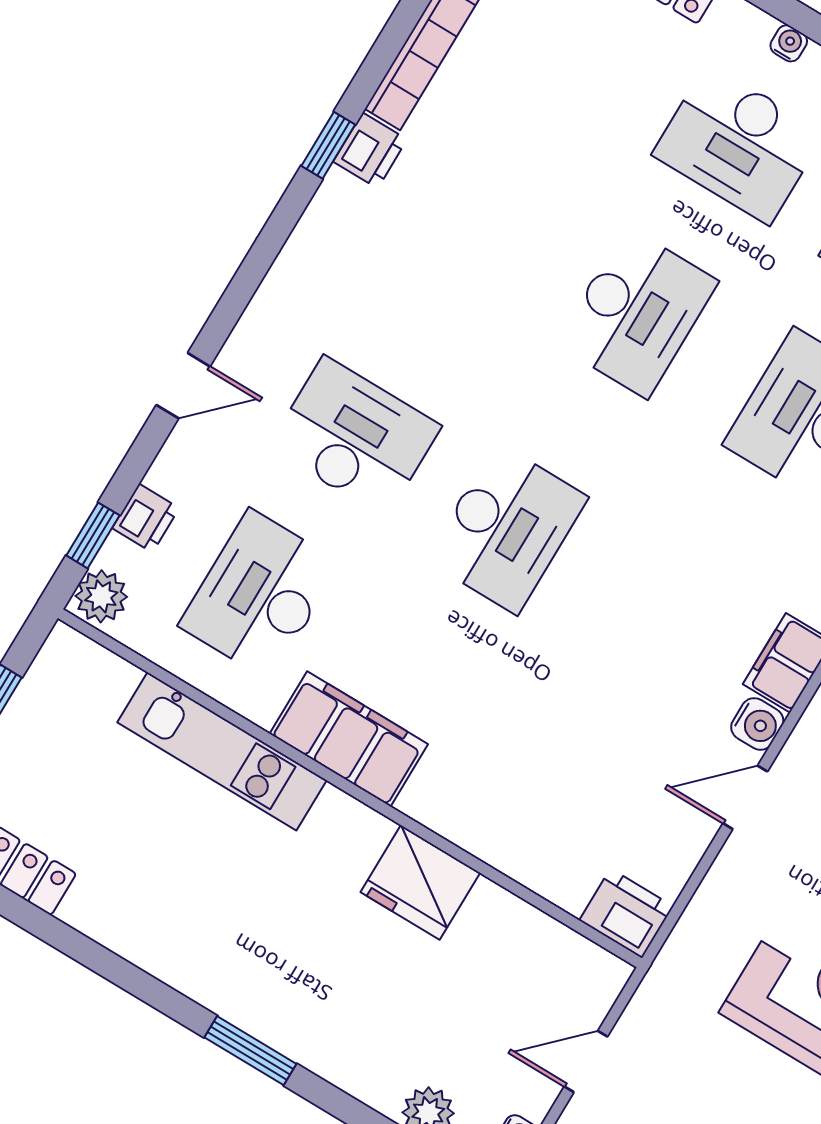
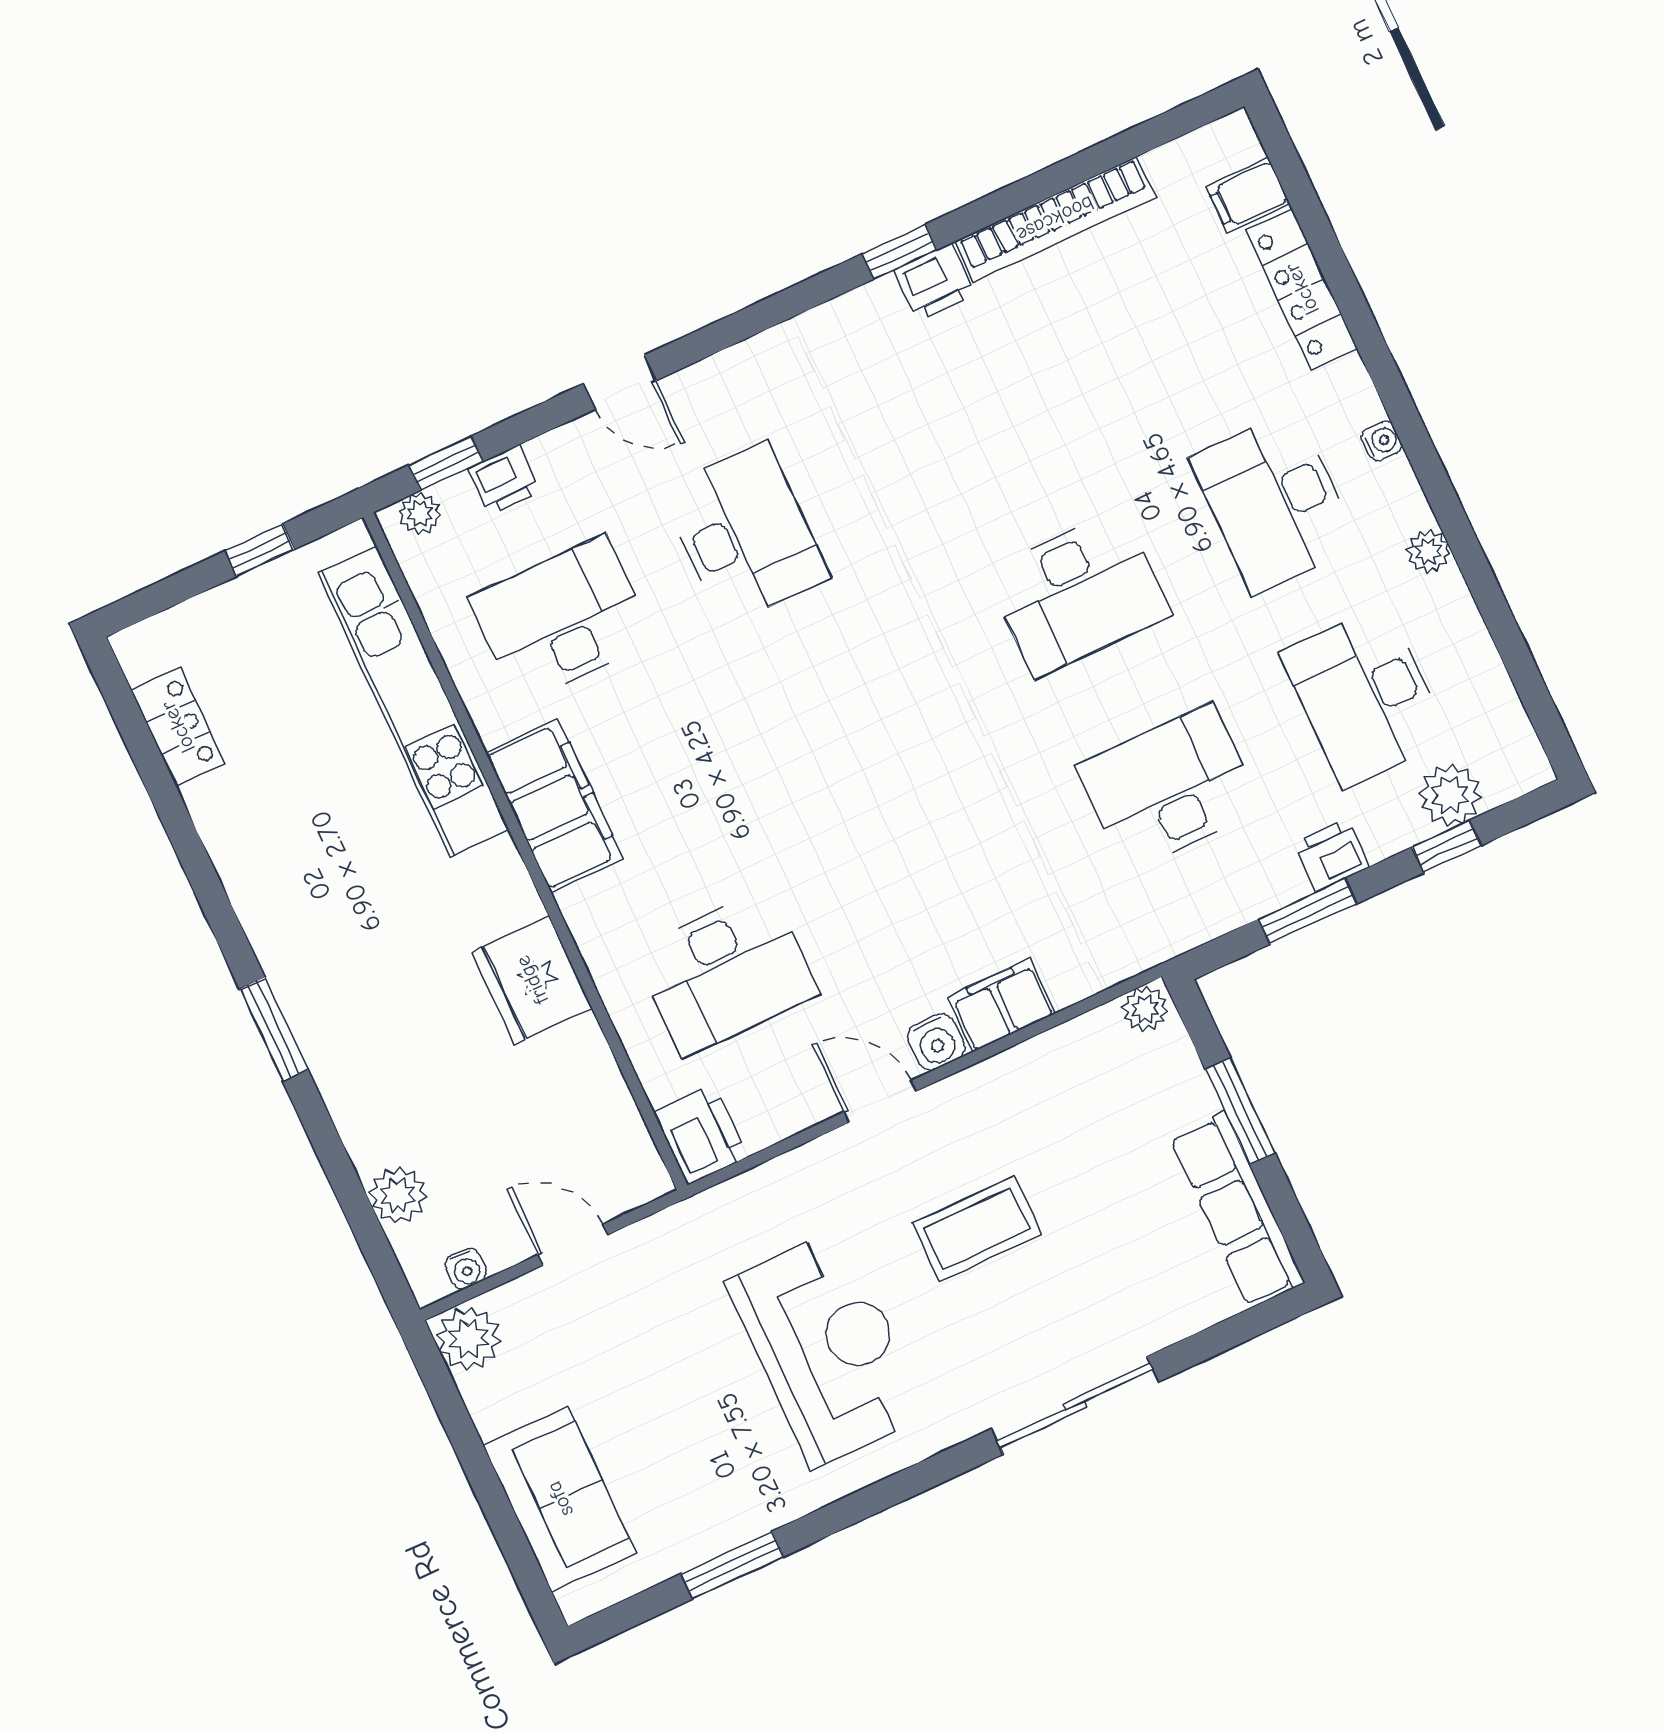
desk: (507, 528) -> (726, 972), moved
plant: (101, 596) -> (420, 513), width x0.73, depth x0.73
kitchen unit: (222, 751) -> (414, 701), width x1.36

